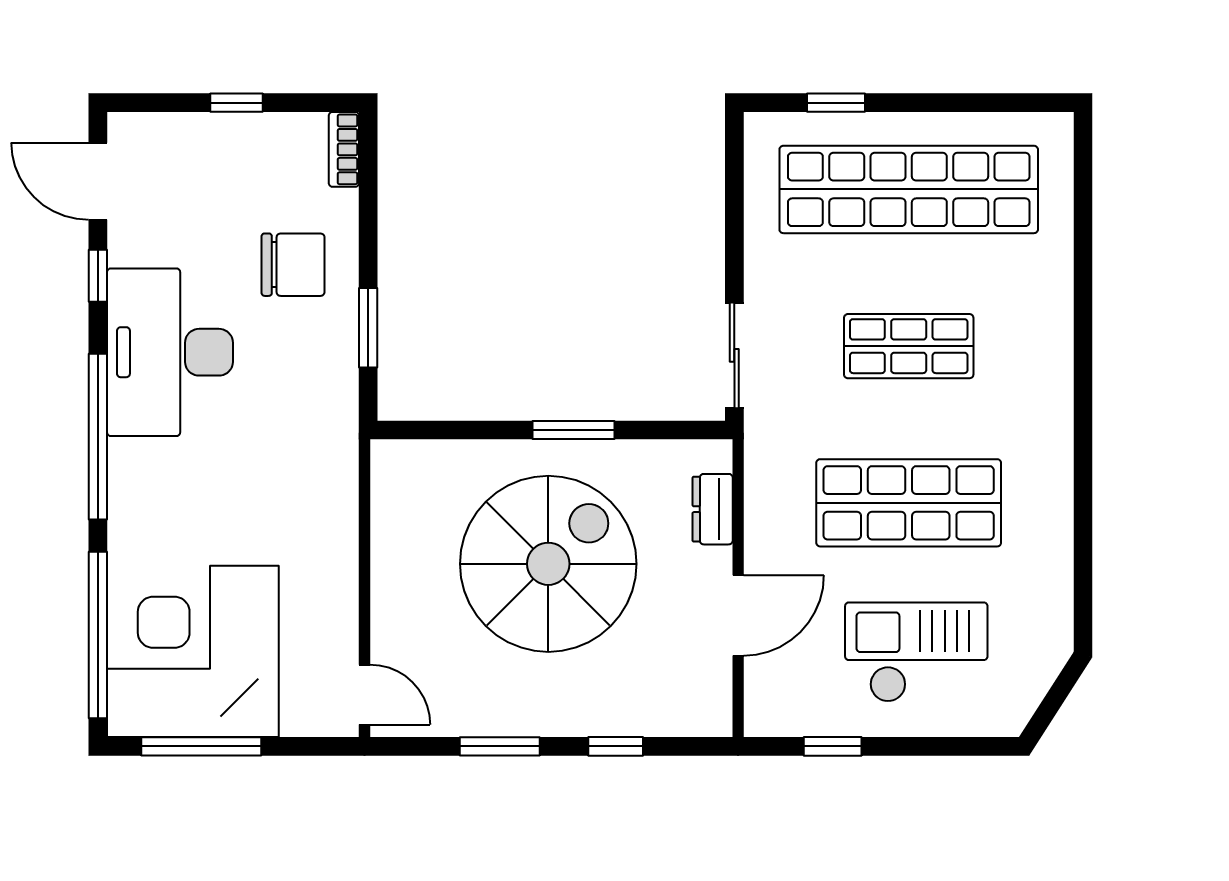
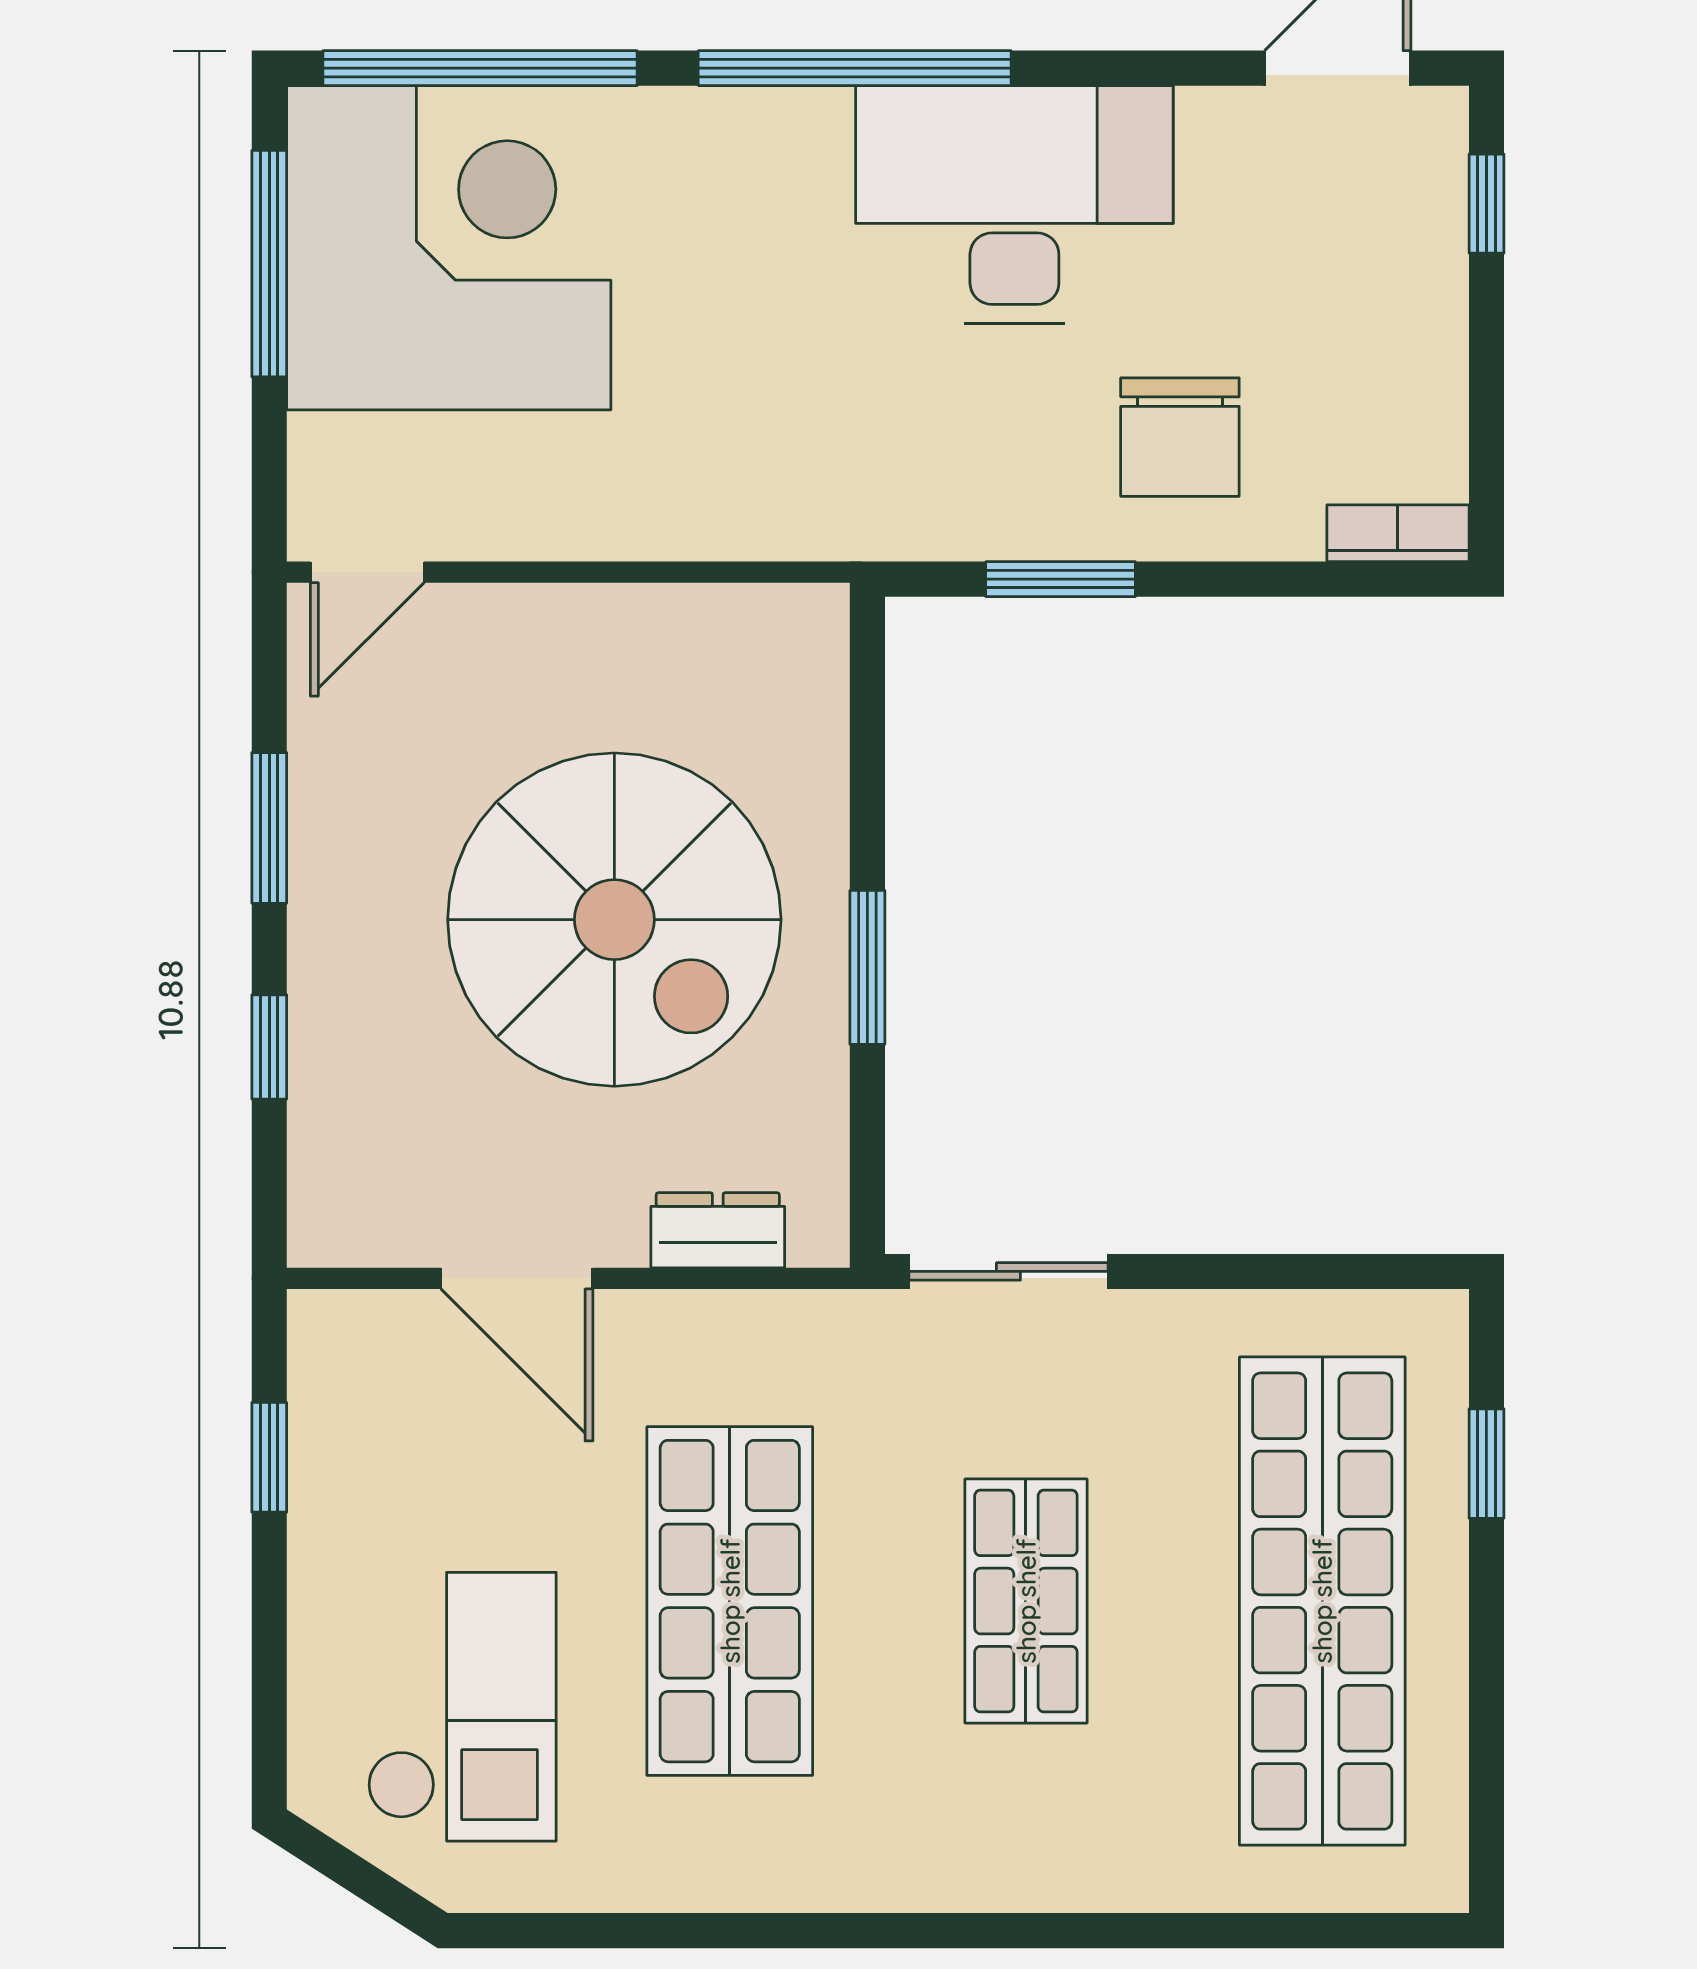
window: (237, 103) -> (1486, 204), moved
window: (98, 276) -> (1159, 68), removed
checkout: (916, 652) -> (462, 1707), moved

